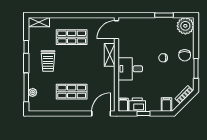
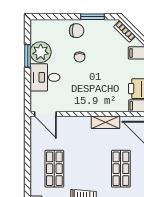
plant: (185, 26) -> (41, 52), moved
shelving: (110, 55) -> (105, 122), moved
desk: (130, 69) -> (45, 77), moved, turned 90

